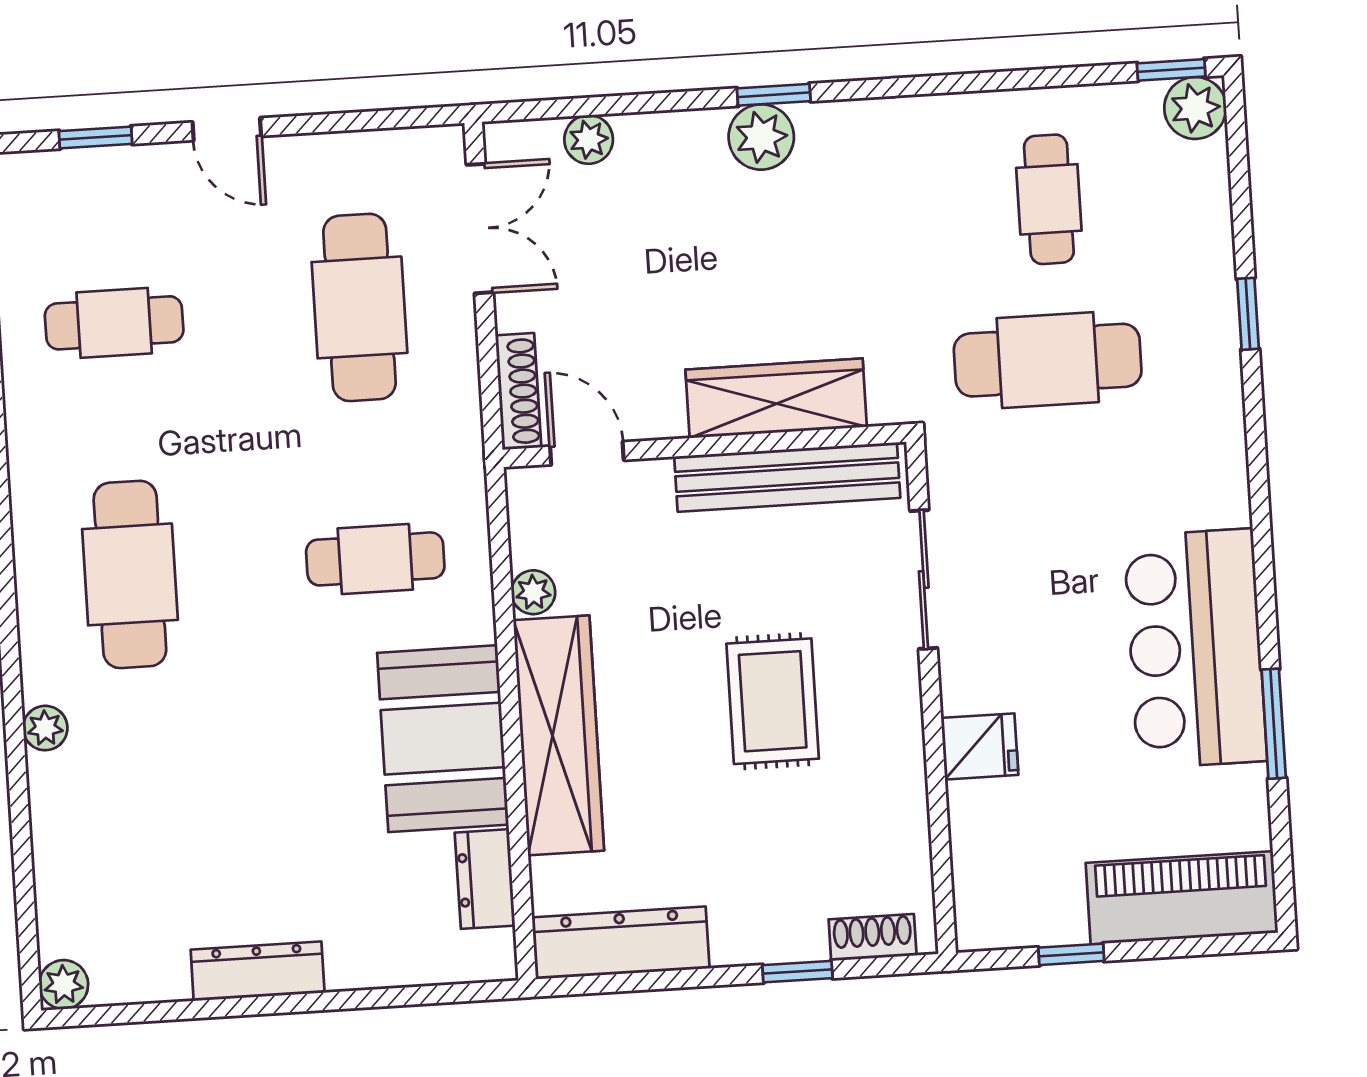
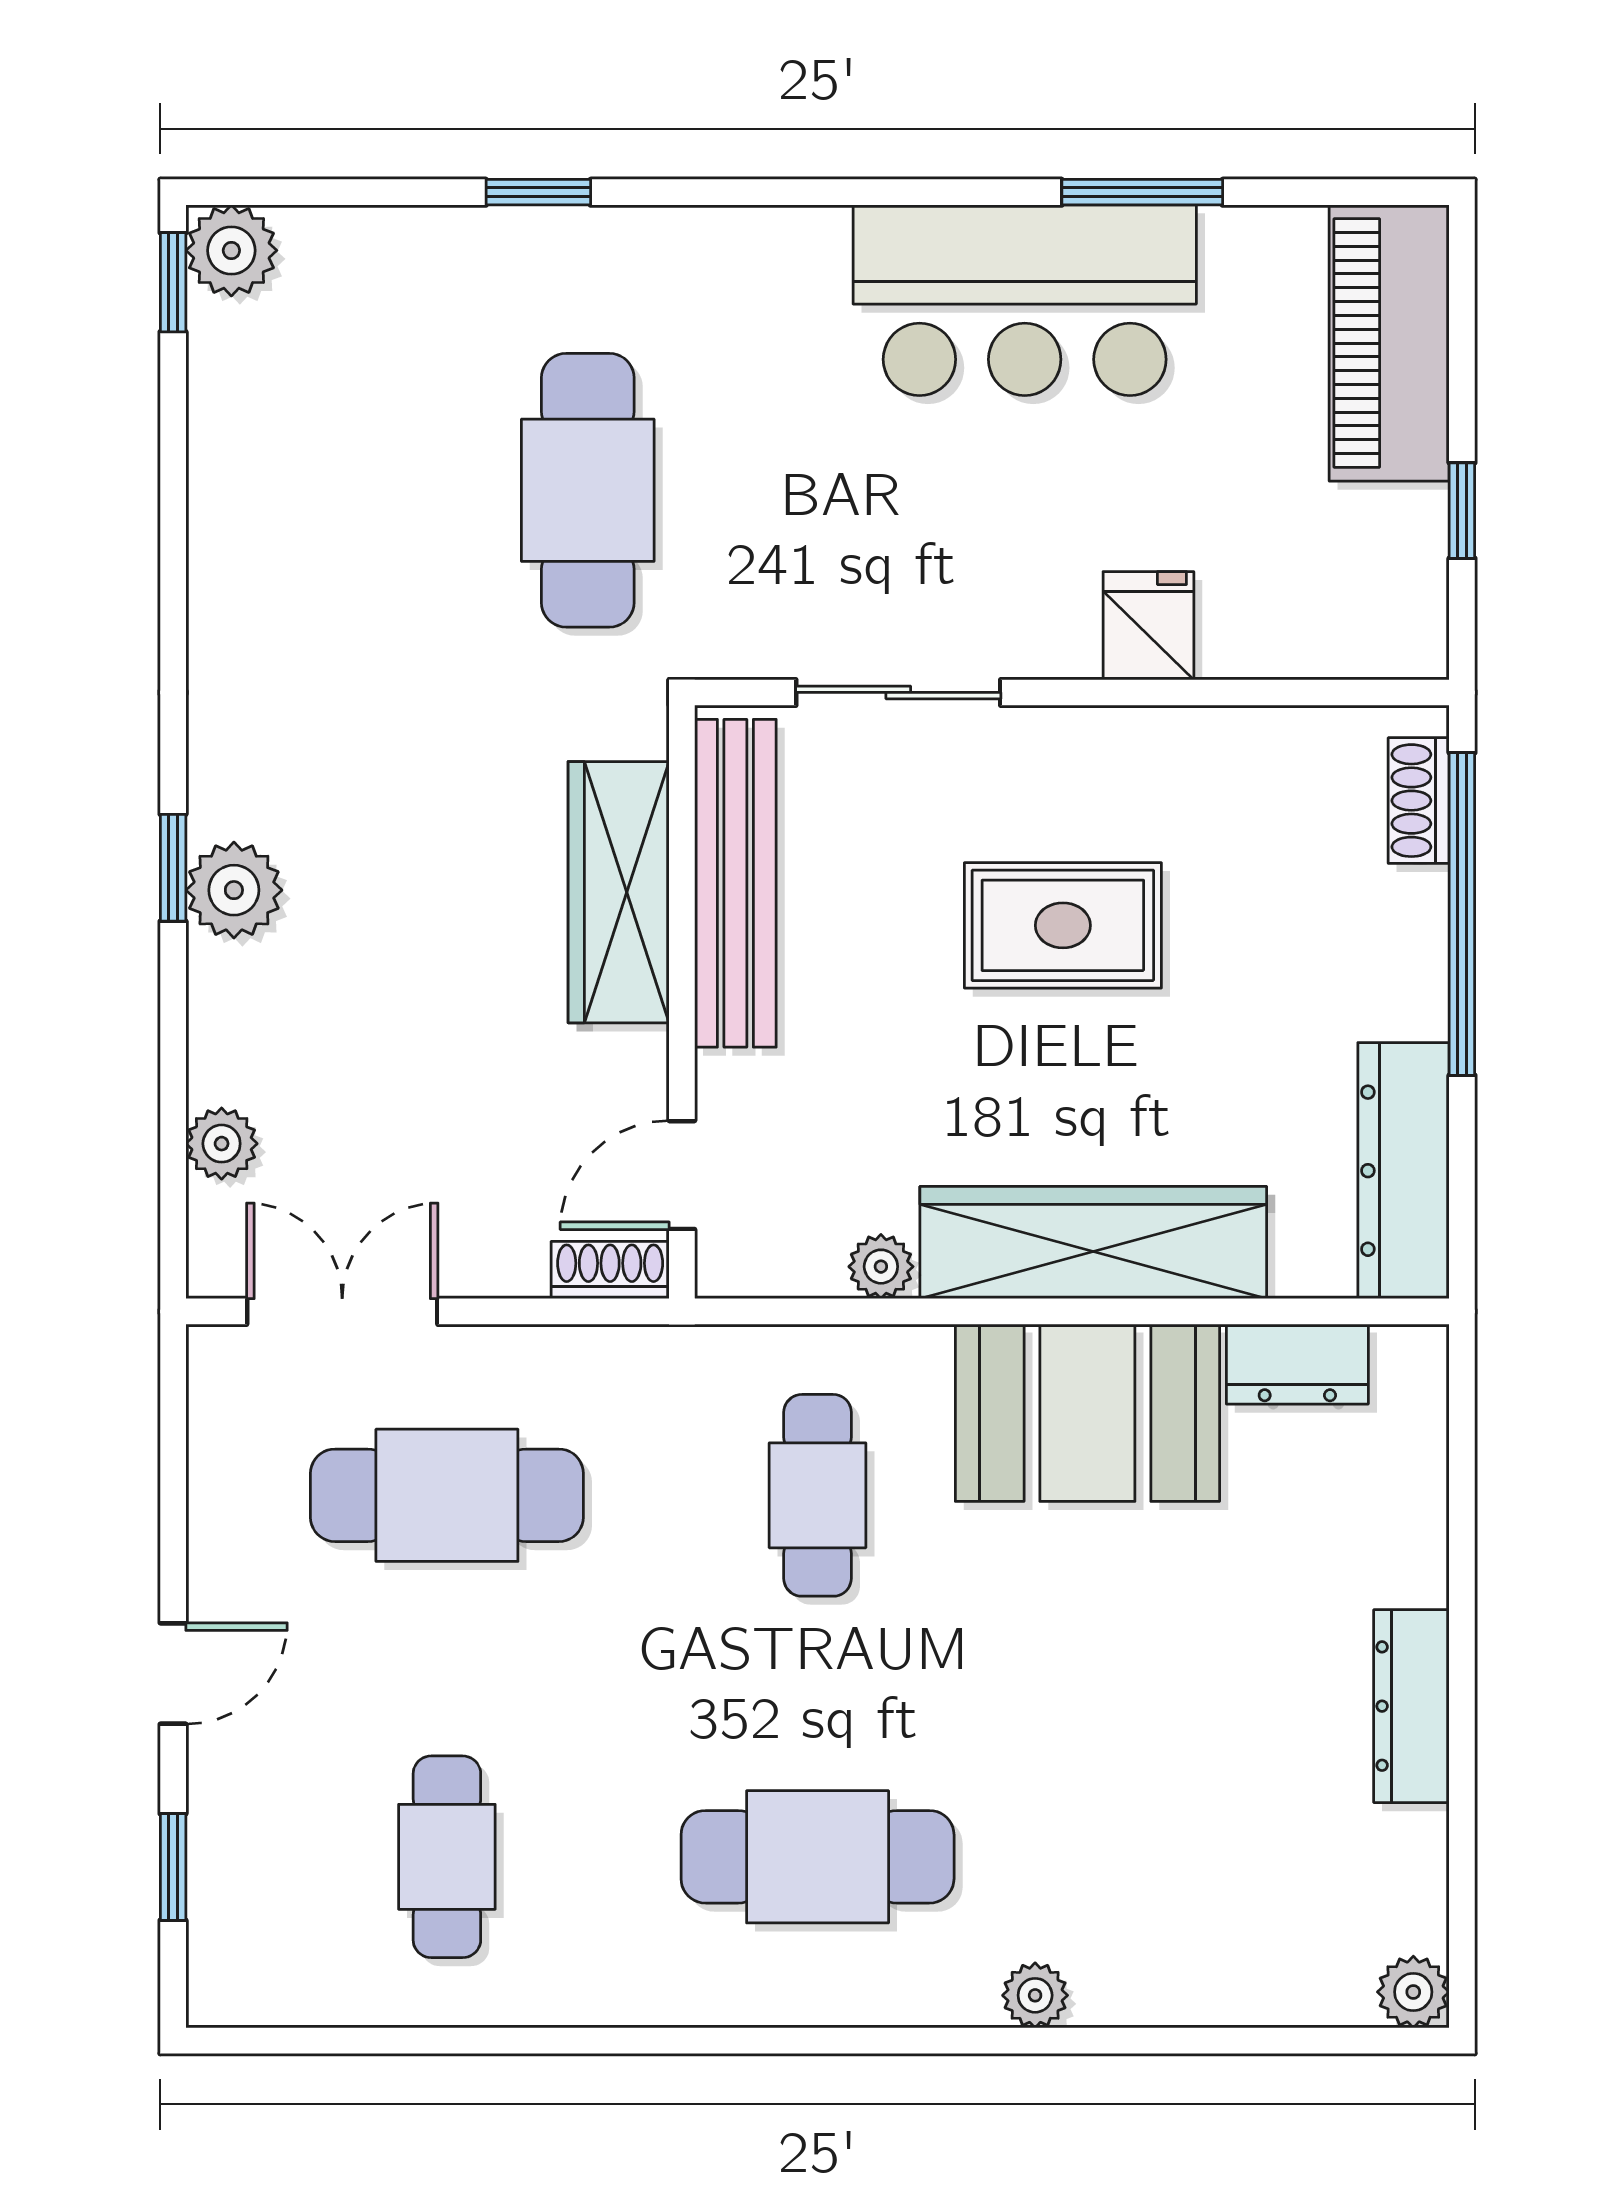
cafe table: (1049, 199) -> (352, 474), removed
shoe rack: (518, 391) -> (610, 1270), width x0.70
window: (797, 972) -> (1462, 914), width x3.17

